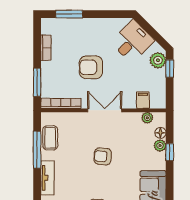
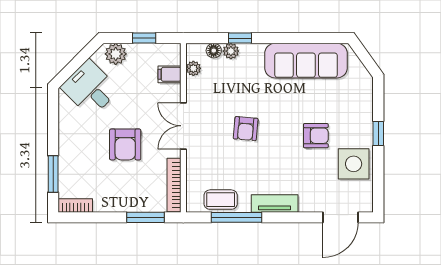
bookcase: (46, 48) -> (75, 205), moved
window: (170, 69) -> (144, 38), moved

